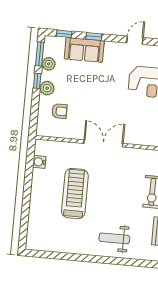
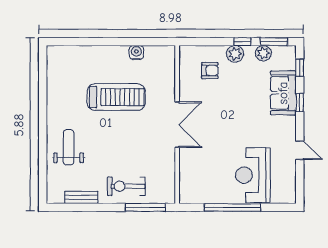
armchair: (59, 111) -> (210, 71), turned -90
water cooler: (39, 162) -> (136, 53), moved

